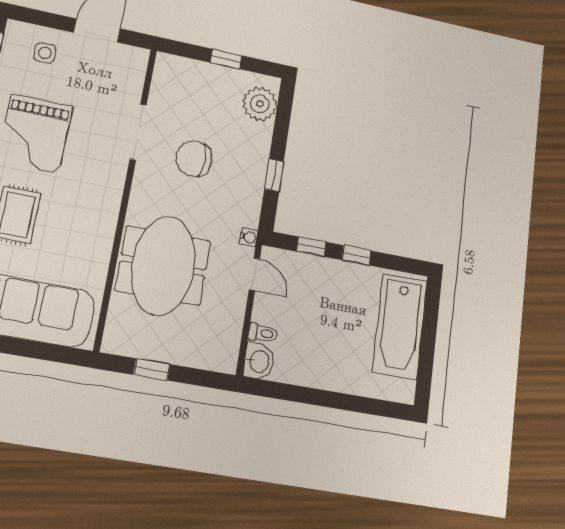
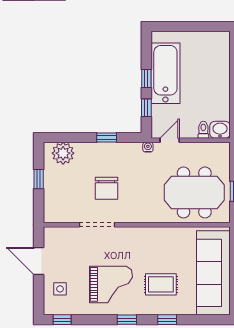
meeting table: (163, 266) -> (194, 192), moved
bathtub: (400, 326) -> (165, 73), moved, turned -90

